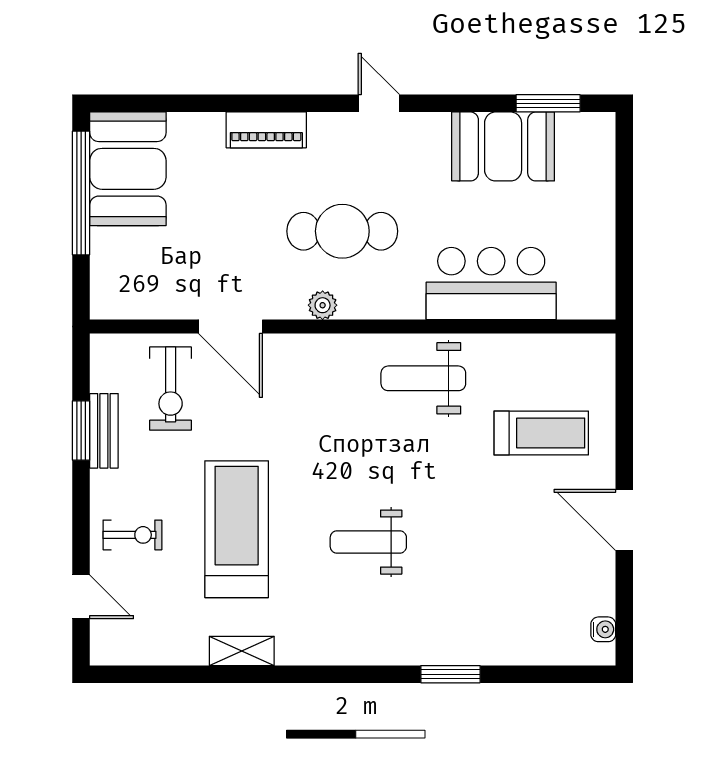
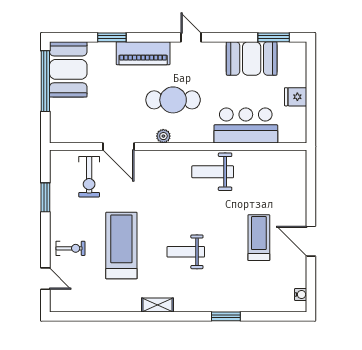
window: (217, 103) -> (112, 37), added
piano: (266, 130) -> (143, 53), width x1.37, depth x1.33
fridge: (593, 225) -> (296, 97), added
bench: (104, 431) -> (57, 197), removed
treadmill: (541, 433) -> (259, 238), moved, turned -90
shelving: (242, 651) -> (157, 305), moved

